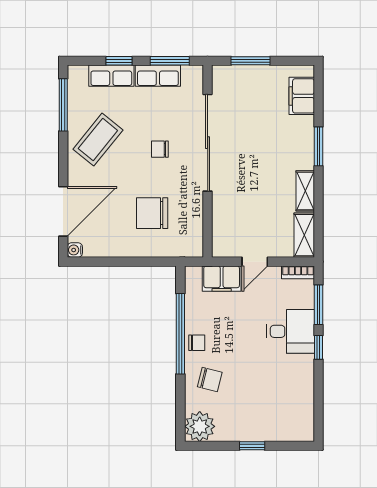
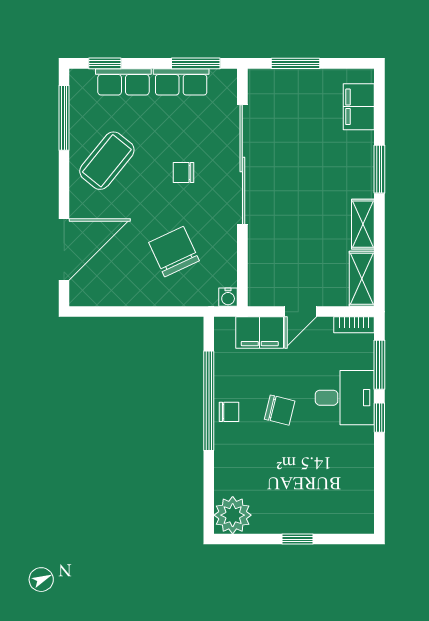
window: (119, 61) -> (105, 63), moved
chair: (152, 213) -> (174, 252), turned 65
water cooler: (75, 250) -> (228, 297), moved, turned -90
chair: (210, 379) -> (280, 410), moved

